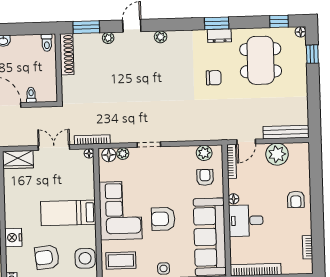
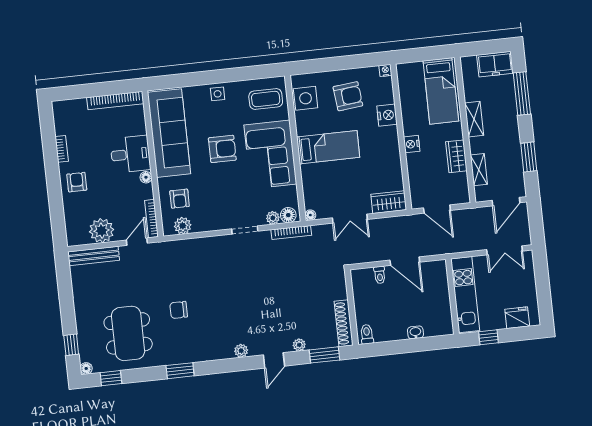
dresser: (219, 36) -> (176, 357), removed
bookcase: (92, 140) -> (291, 232), moved
bookcase: (308, 247) -> (62, 149), moved

